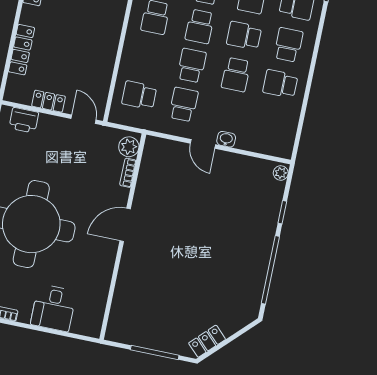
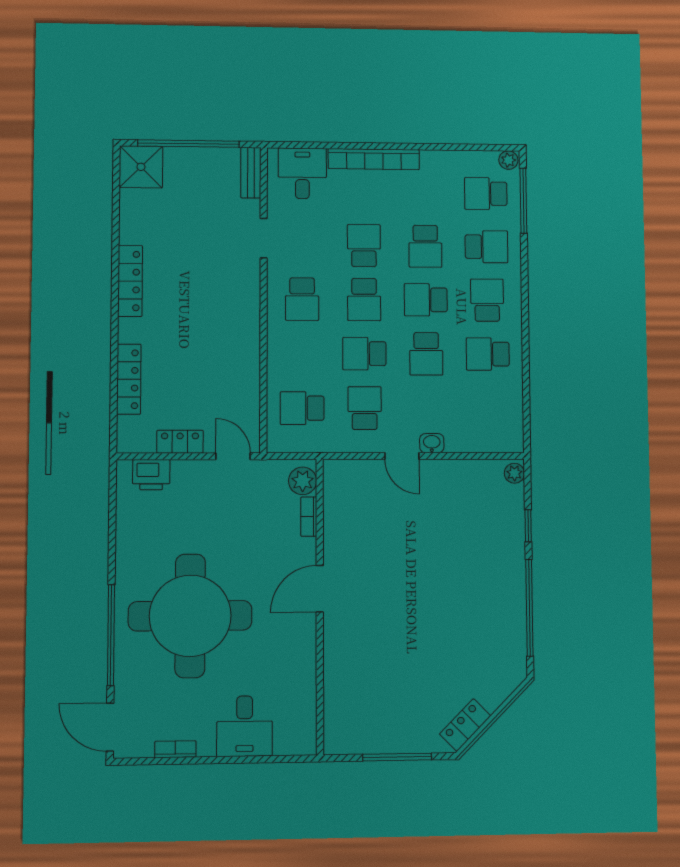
school desk: (192, 65) -> (364, 354), turned -90

